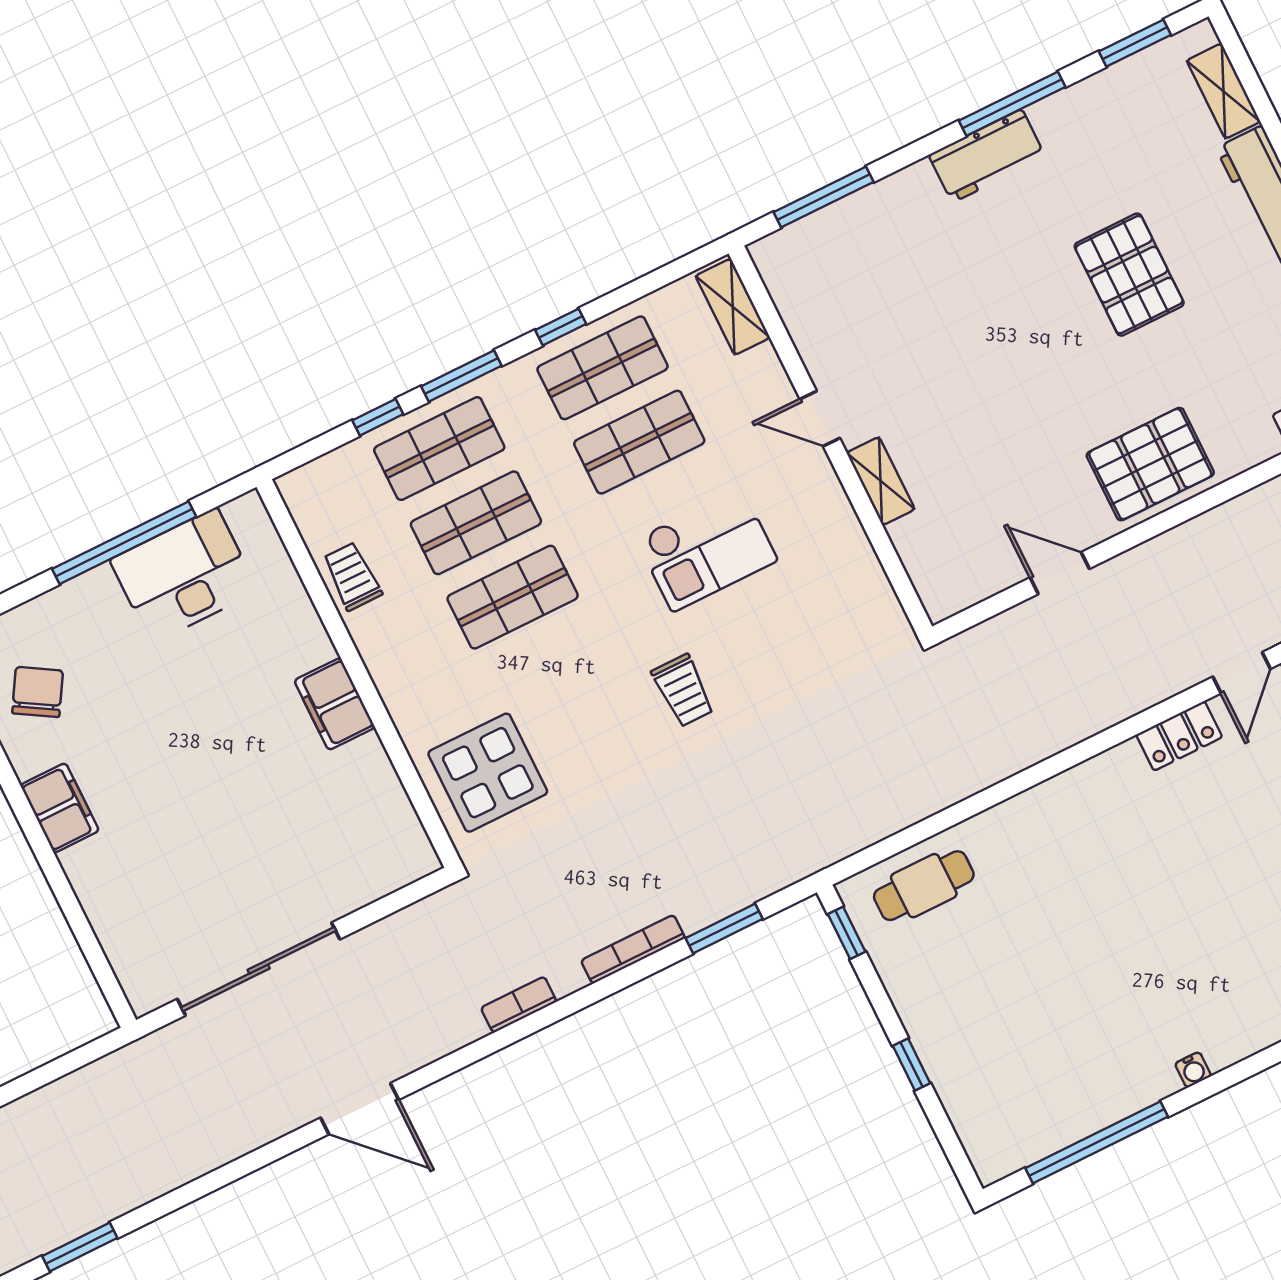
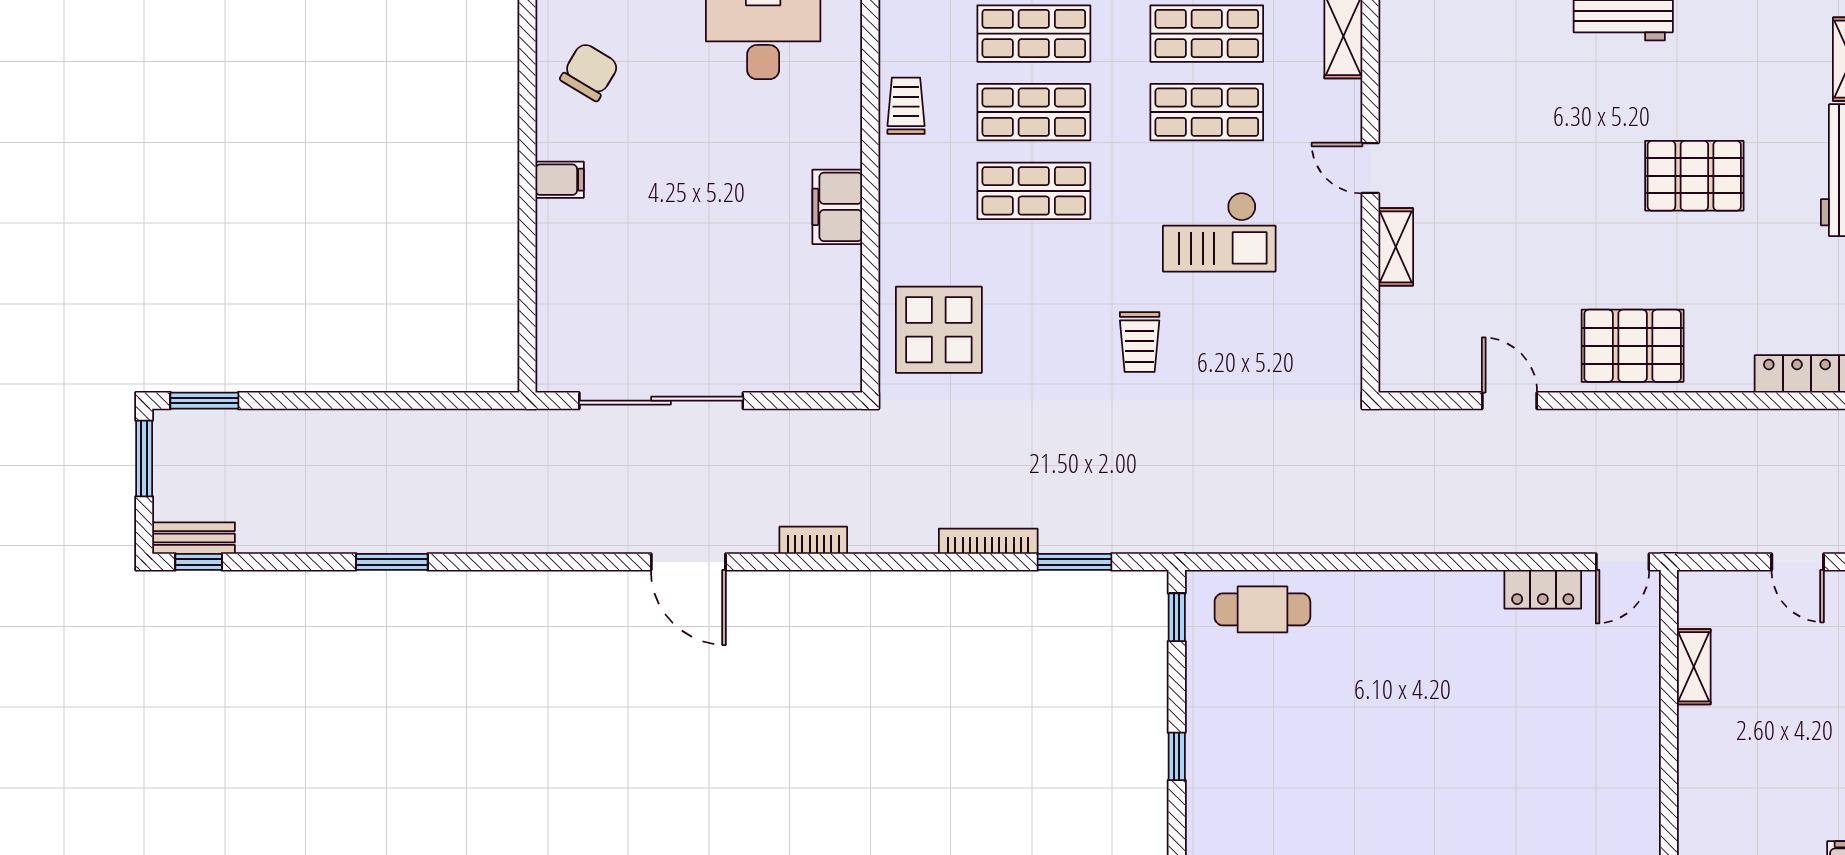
pallet: (1129, 275) -> (1694, 176), turned 90
filing cabinet: (60, 808) -> (560, 180), width x0.50
bookcase: (519, 1005) -> (813, 540), moved

